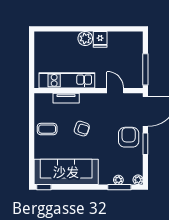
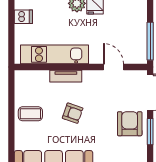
dishwasher: (41, 49) -> (23, 17), added
tv unit: (66, 98) -> (66, 76), moved

